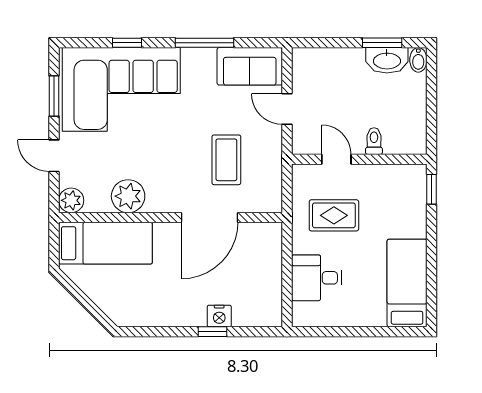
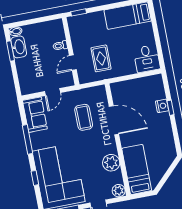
coffee table: (226, 160) -> (84, 117), turned 90
desk: (316, 278) -> (147, 59), moved

